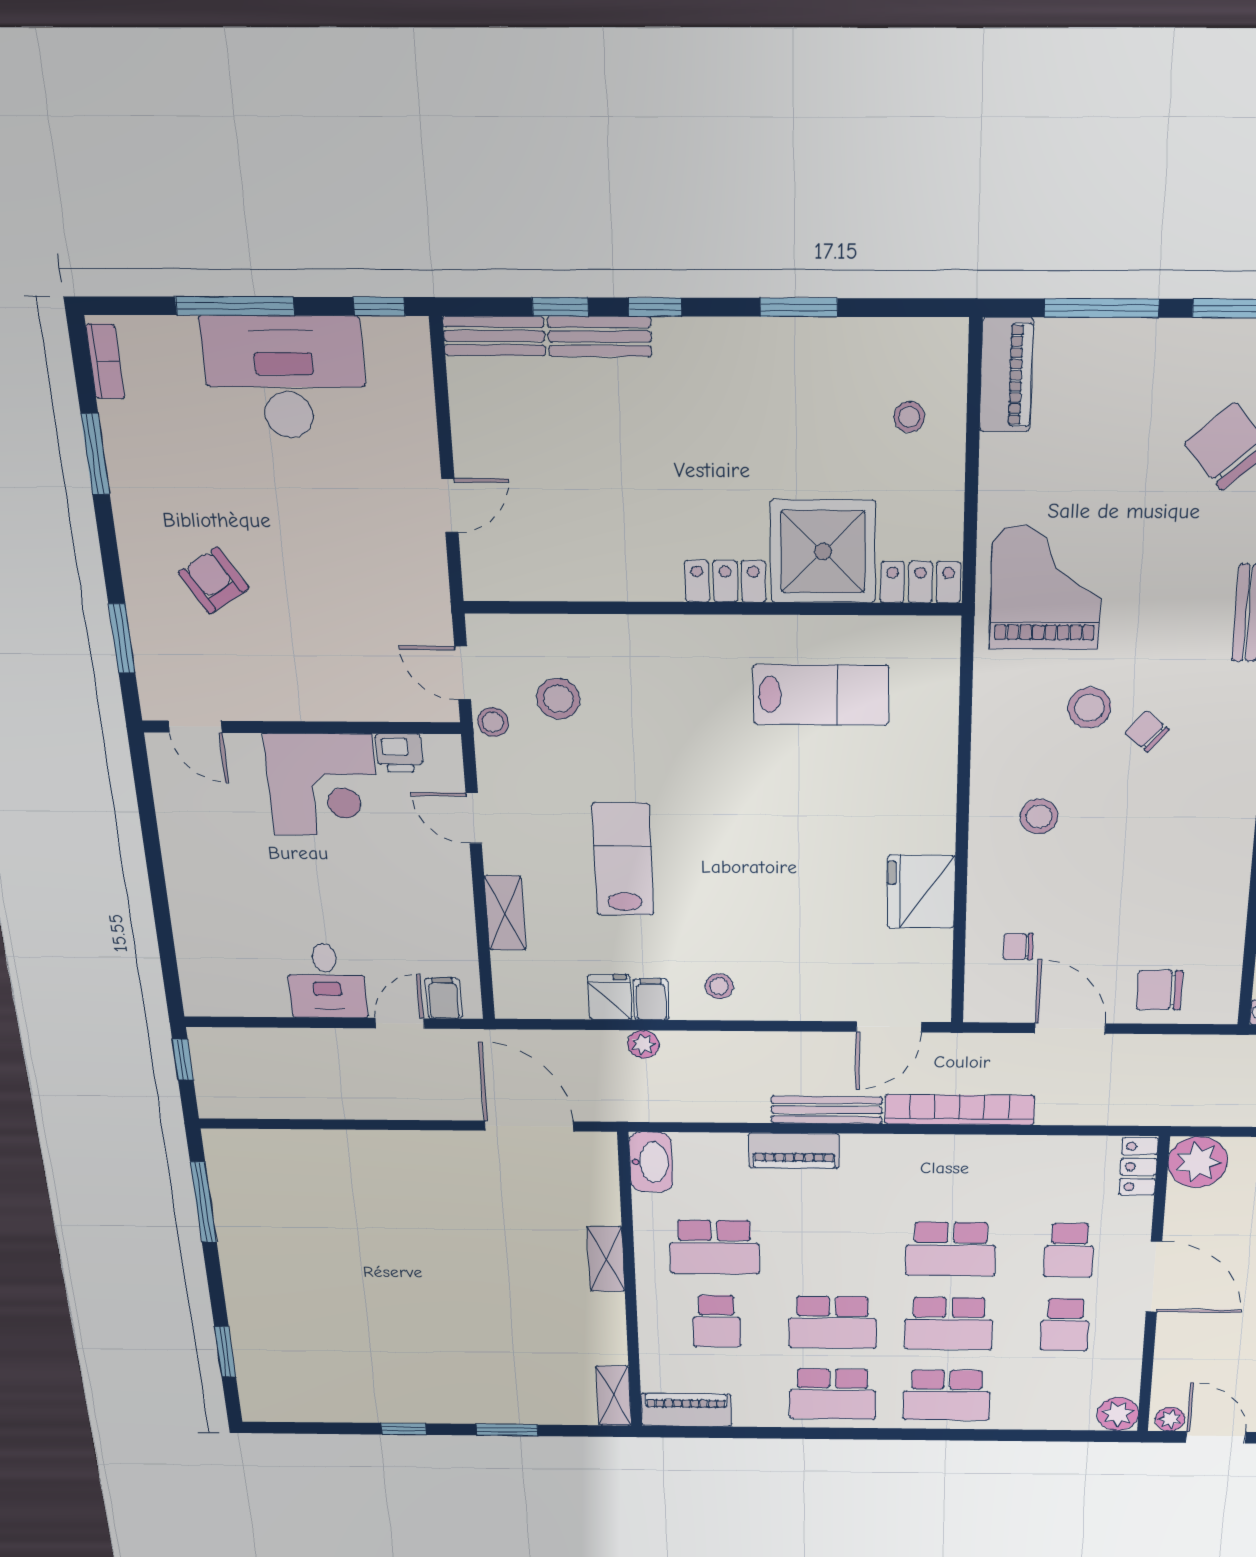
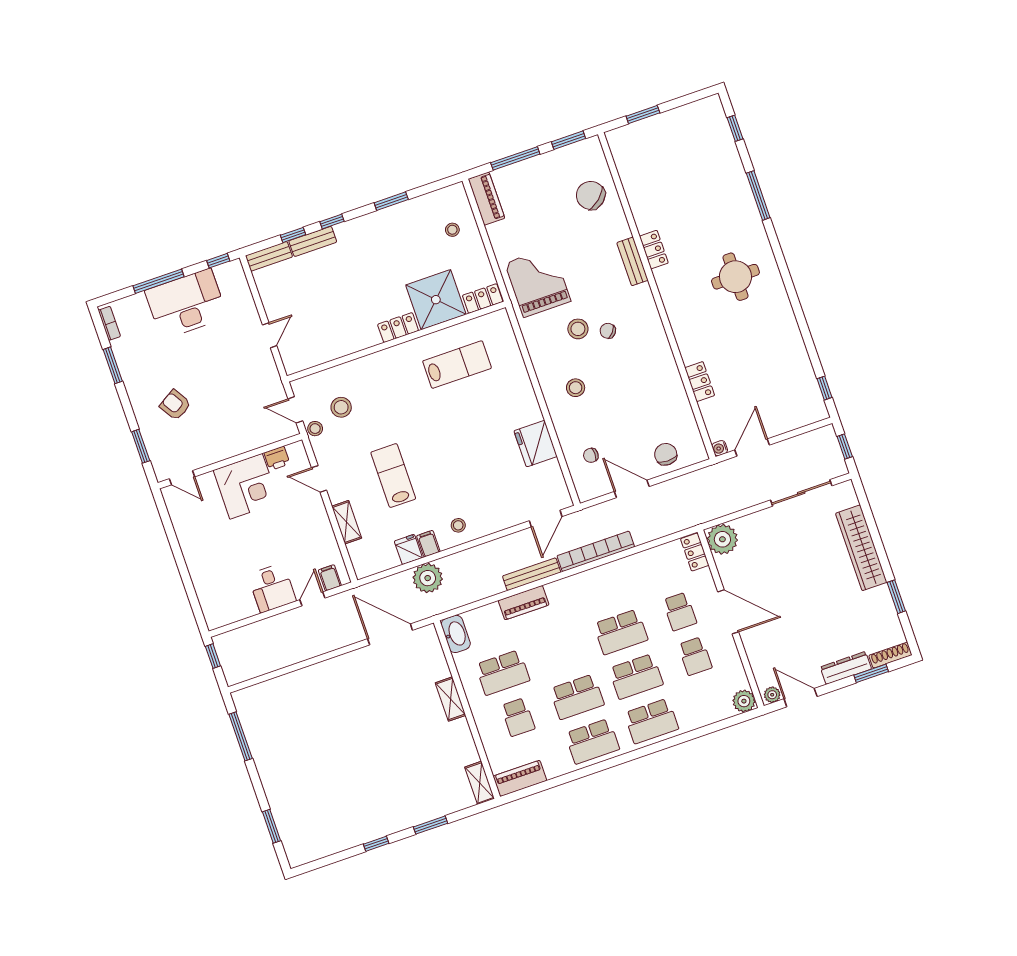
chair: (1160, 990) -> (666, 454), turned 90
plant: (643, 1044) -> (428, 578), width x1.87, depth x1.87

